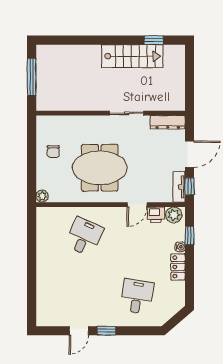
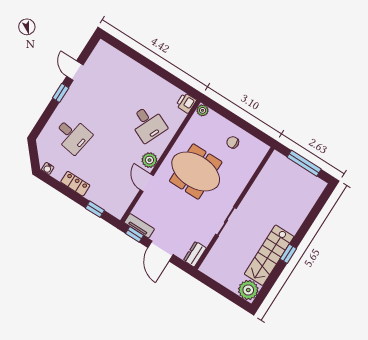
window: (154, 40) -> (288, 254), moved
plant: (175, 55) -> (248, 290), added
dresser: (168, 122) -> (195, 254), width x0.70
meeting table: (100, 168) -> (196, 171), turned 90
printer: (156, 215) -> (186, 103), moved
plant: (174, 215) -> (149, 160), moved
water cooler: (180, 247) -> (48, 168), moved

